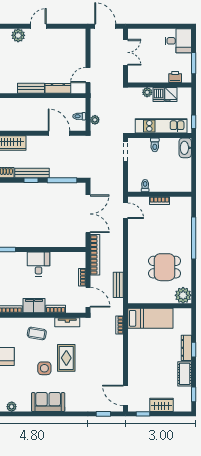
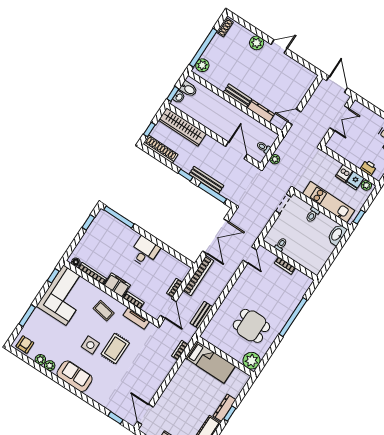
plant: (147, 92) -> (366, 185), moved
bench: (32, 173) -> (206, 180), moved
plant: (22, 407) -> (50, 366), added

